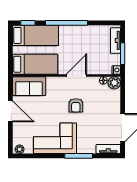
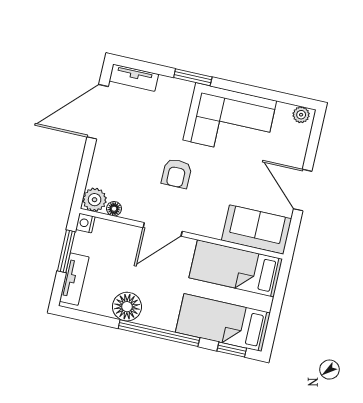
floor lamp: (86, 33) -> (127, 307), added
armchair: (76, 105) -> (177, 173), turned 180
window: (79, 156) -> (193, 77), width x0.69

